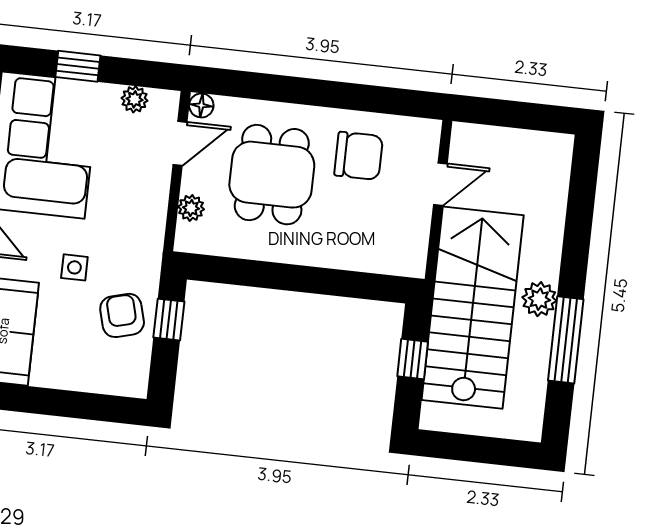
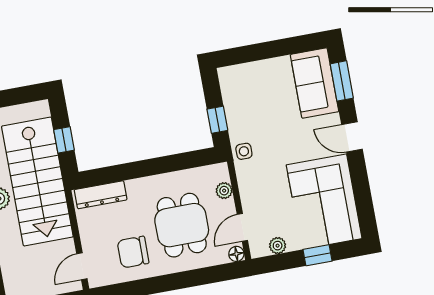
door: (440, 184) -> (82, 266), moved
dresser: (382, 258) -> (101, 195), added
side table: (74, 267) -> (244, 151), moved
armchair: (122, 315) -> (246, 114), removed

